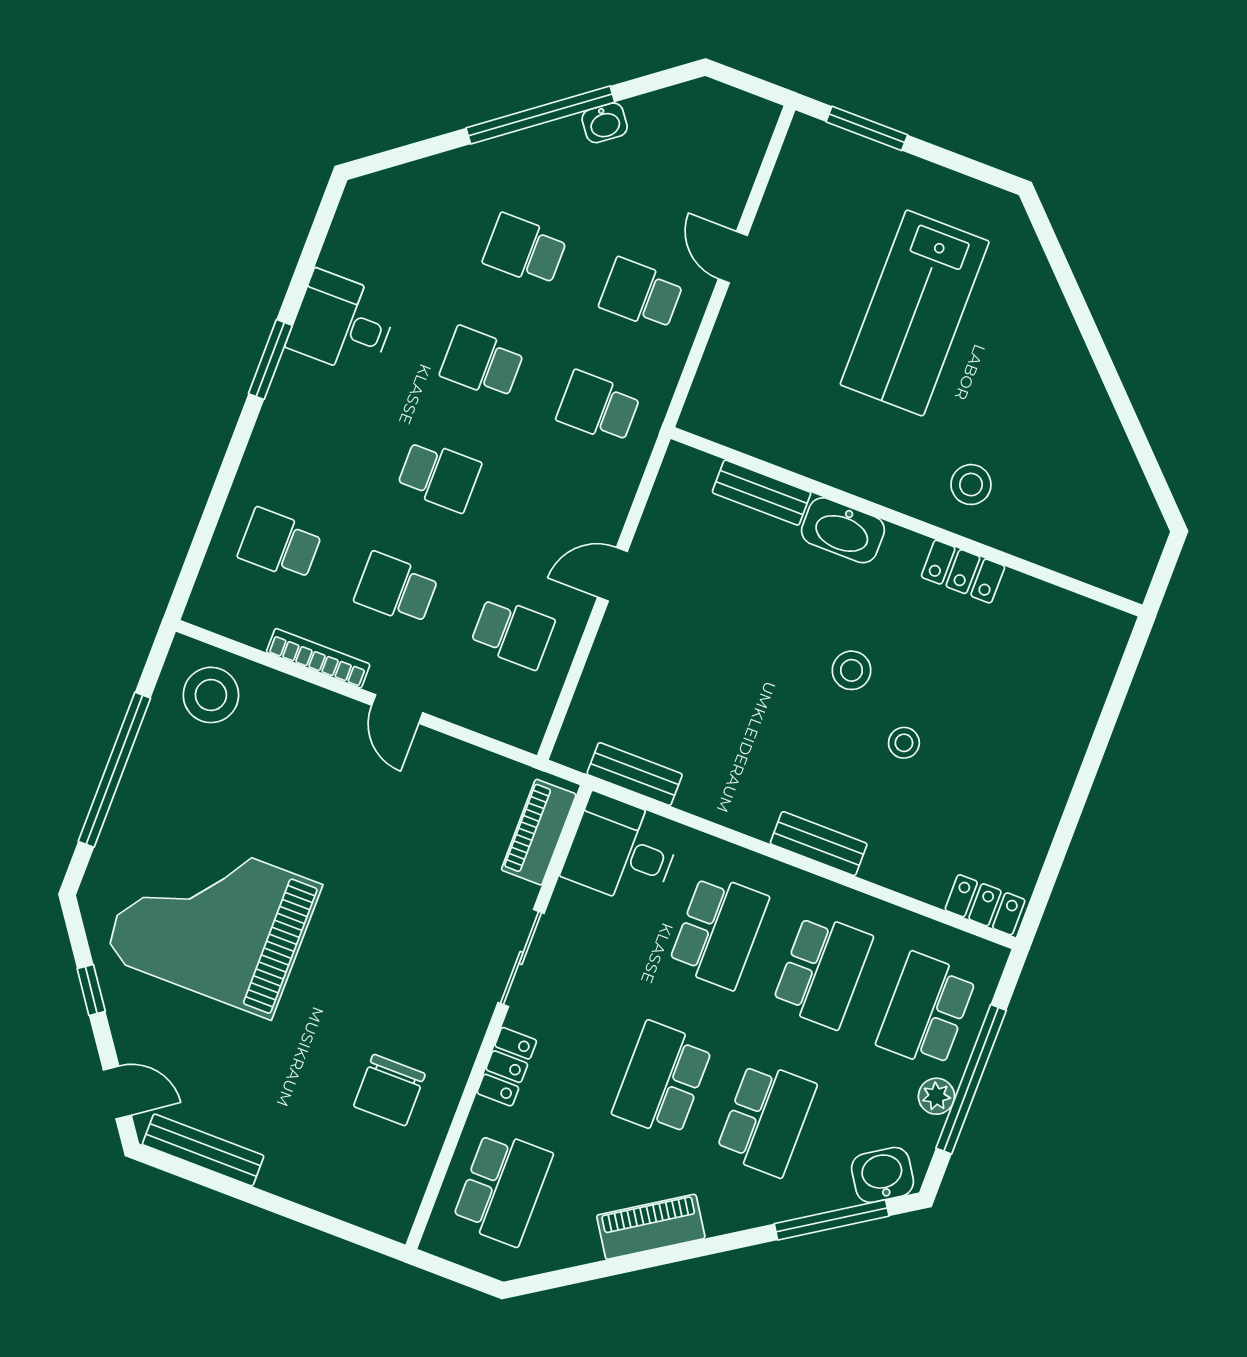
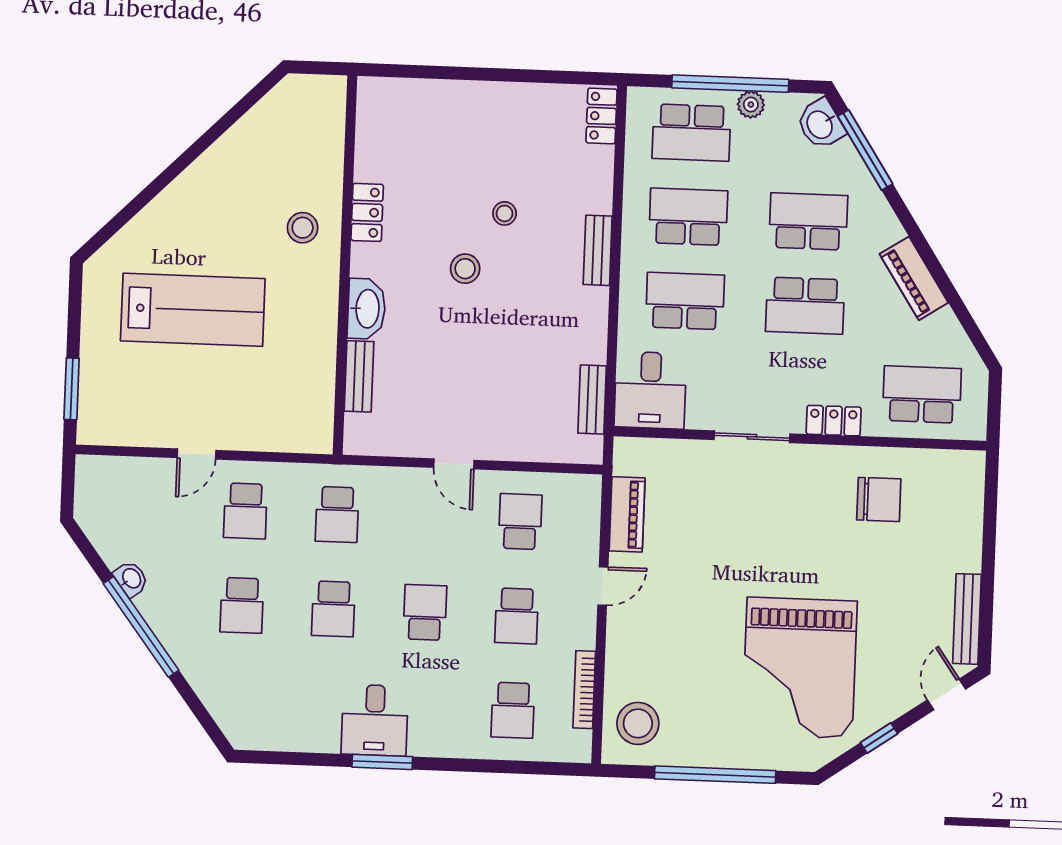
desk: (342, 323) -> (375, 720), moved
bookcase: (318, 658) -> (584, 690), moved
piano: (539, 832) -> (627, 514), moved, turned -90

